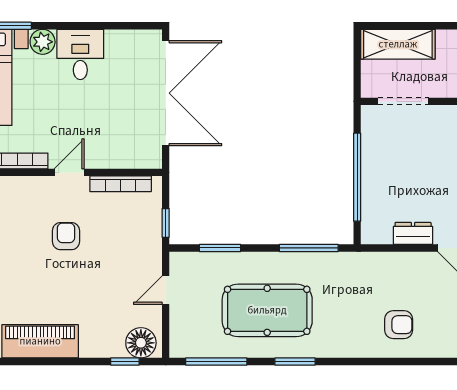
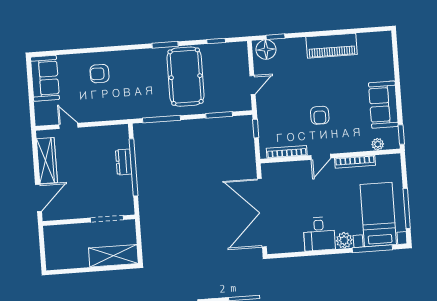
dresser: (413, 233) -> (124, 162), moved, turned 90
pool table: (267, 310) -> (186, 77), turned 90
window: (216, 361) -> (216, 41), width x0.46

